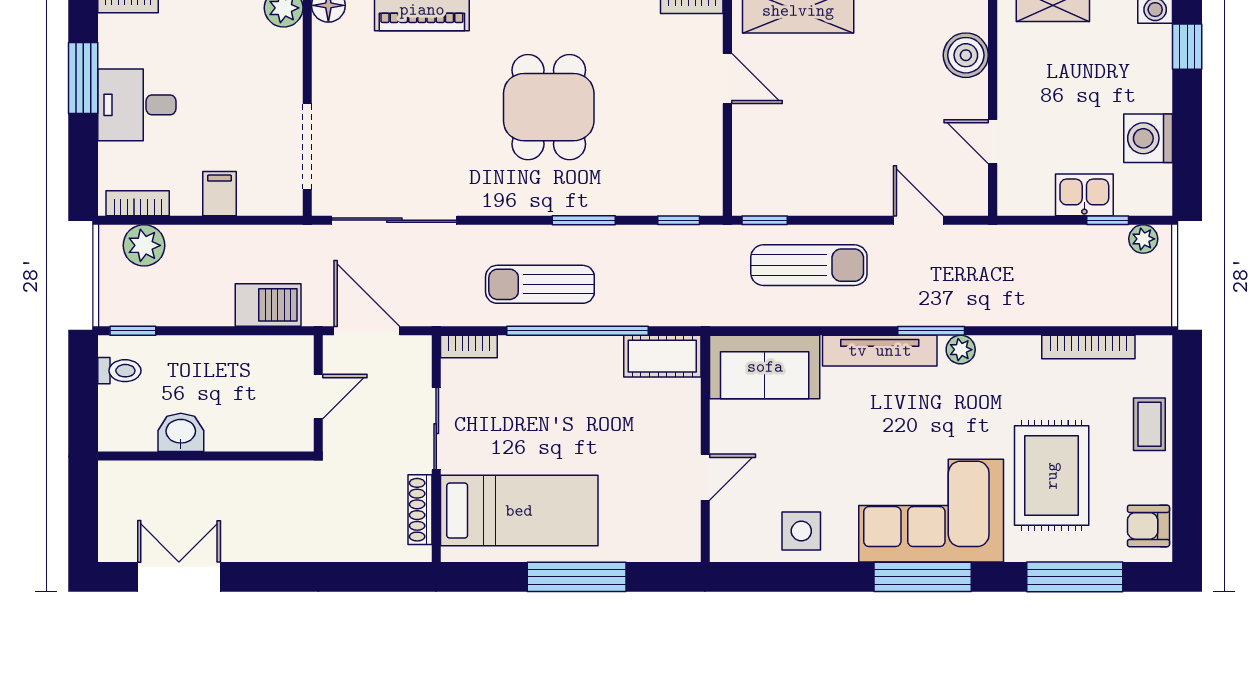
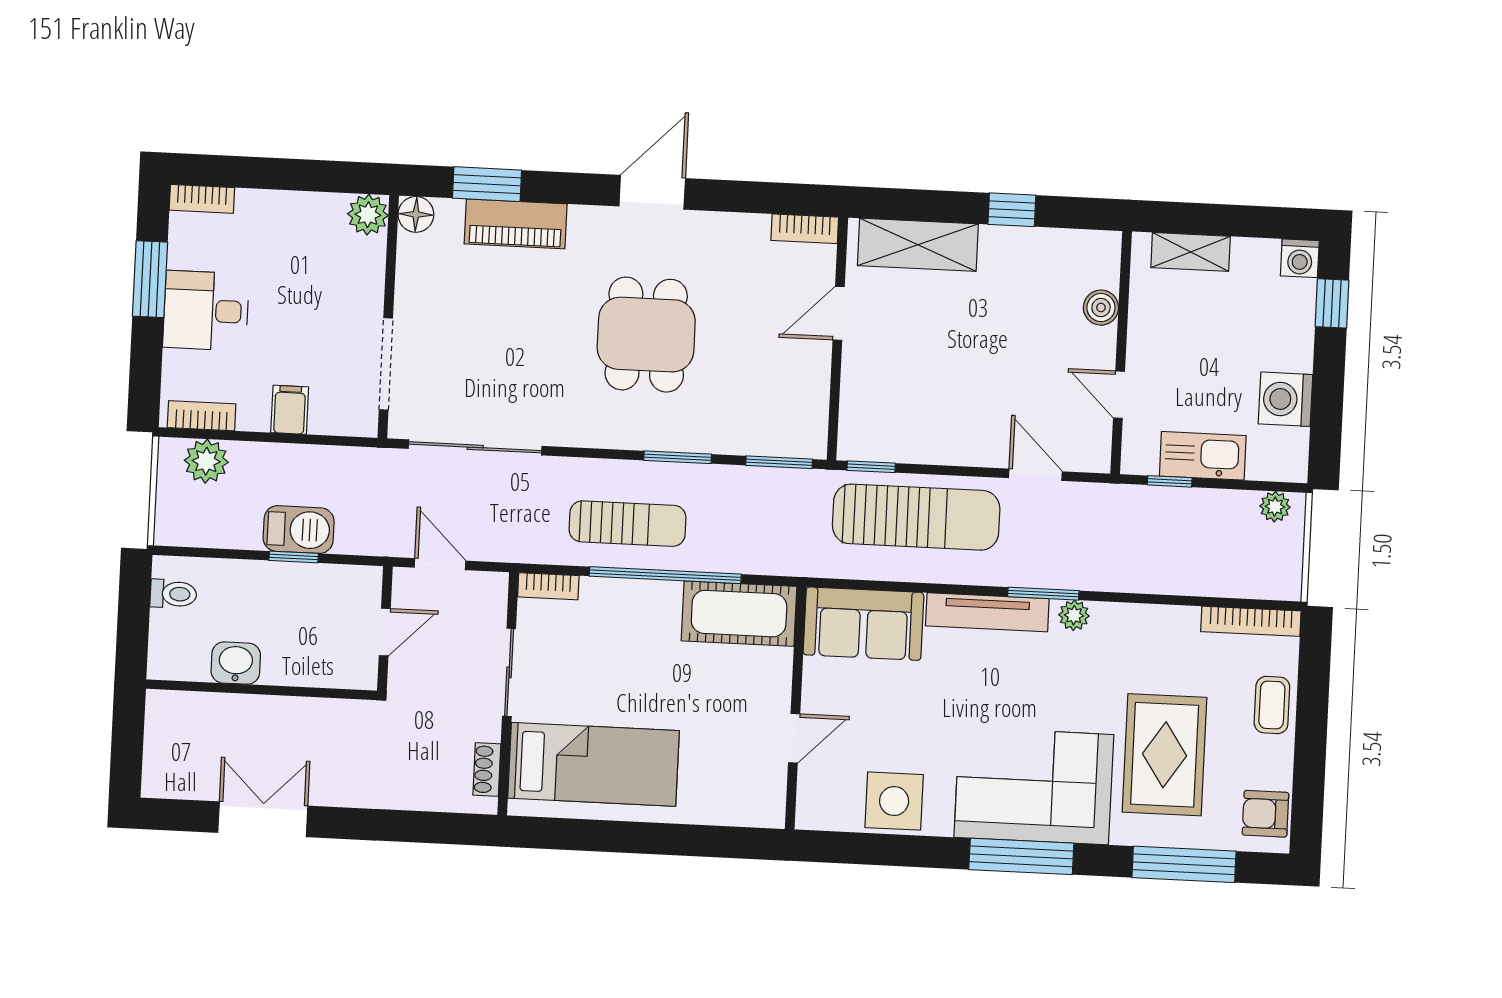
boiler: (966, 55) -> (1101, 308), width x0.73, depth x0.73
door: (727, 79) -> (839, 313), swing flipped
kitchen sink: (1084, 195) -> (1203, 456), width x1.38
window: (679, 220) -> (779, 462), width x1.50
window: (1108, 220) -> (1170, 481), moved
sun lounger: (809, 265) -> (916, 517), width x1.36, depth x1.34
sun lounger: (540, 284) -> (628, 524), turned 180
barbecue: (268, 305) -> (299, 530), moved
window: (133, 331) -> (294, 557), moved
door: (367, 331) -> (440, 564), width x0.73
bookcase: (1088, 347) -> (1251, 621), moved
cot: (662, 356) -> (739, 614), width x1.37, depth x1.34
shoe rack: (420, 510) -> (487, 769), width x0.70
side table: (801, 531) -> (894, 801), width x1.37, depth x1.37
double door: (179, 577) -> (263, 819), moved
window: (577, 577) -> (651, 838), removed

